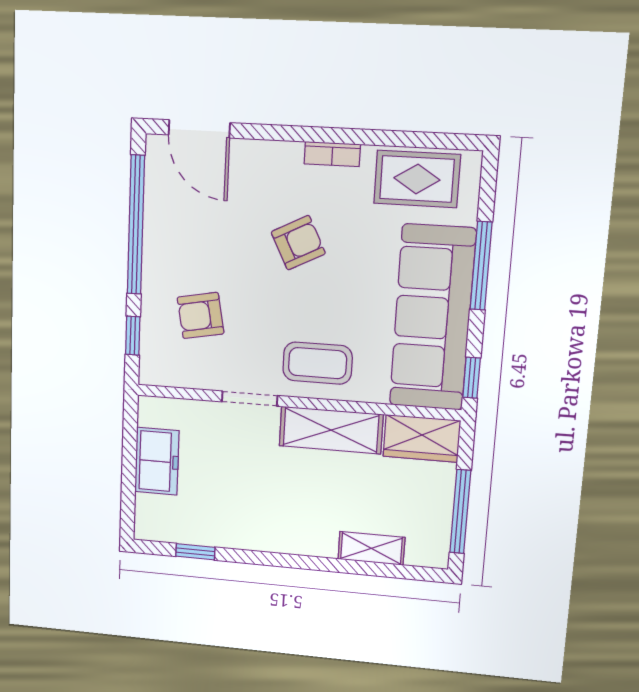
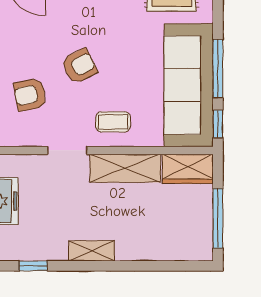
armchair: (298, 243) -> (79, 66), moved
window: (481, 266) -> (218, 69), moved
coffee table: (318, 363) -> (113, 122), width x0.73, depth x0.77
shelving: (371, 548) -> (92, 251), moved

